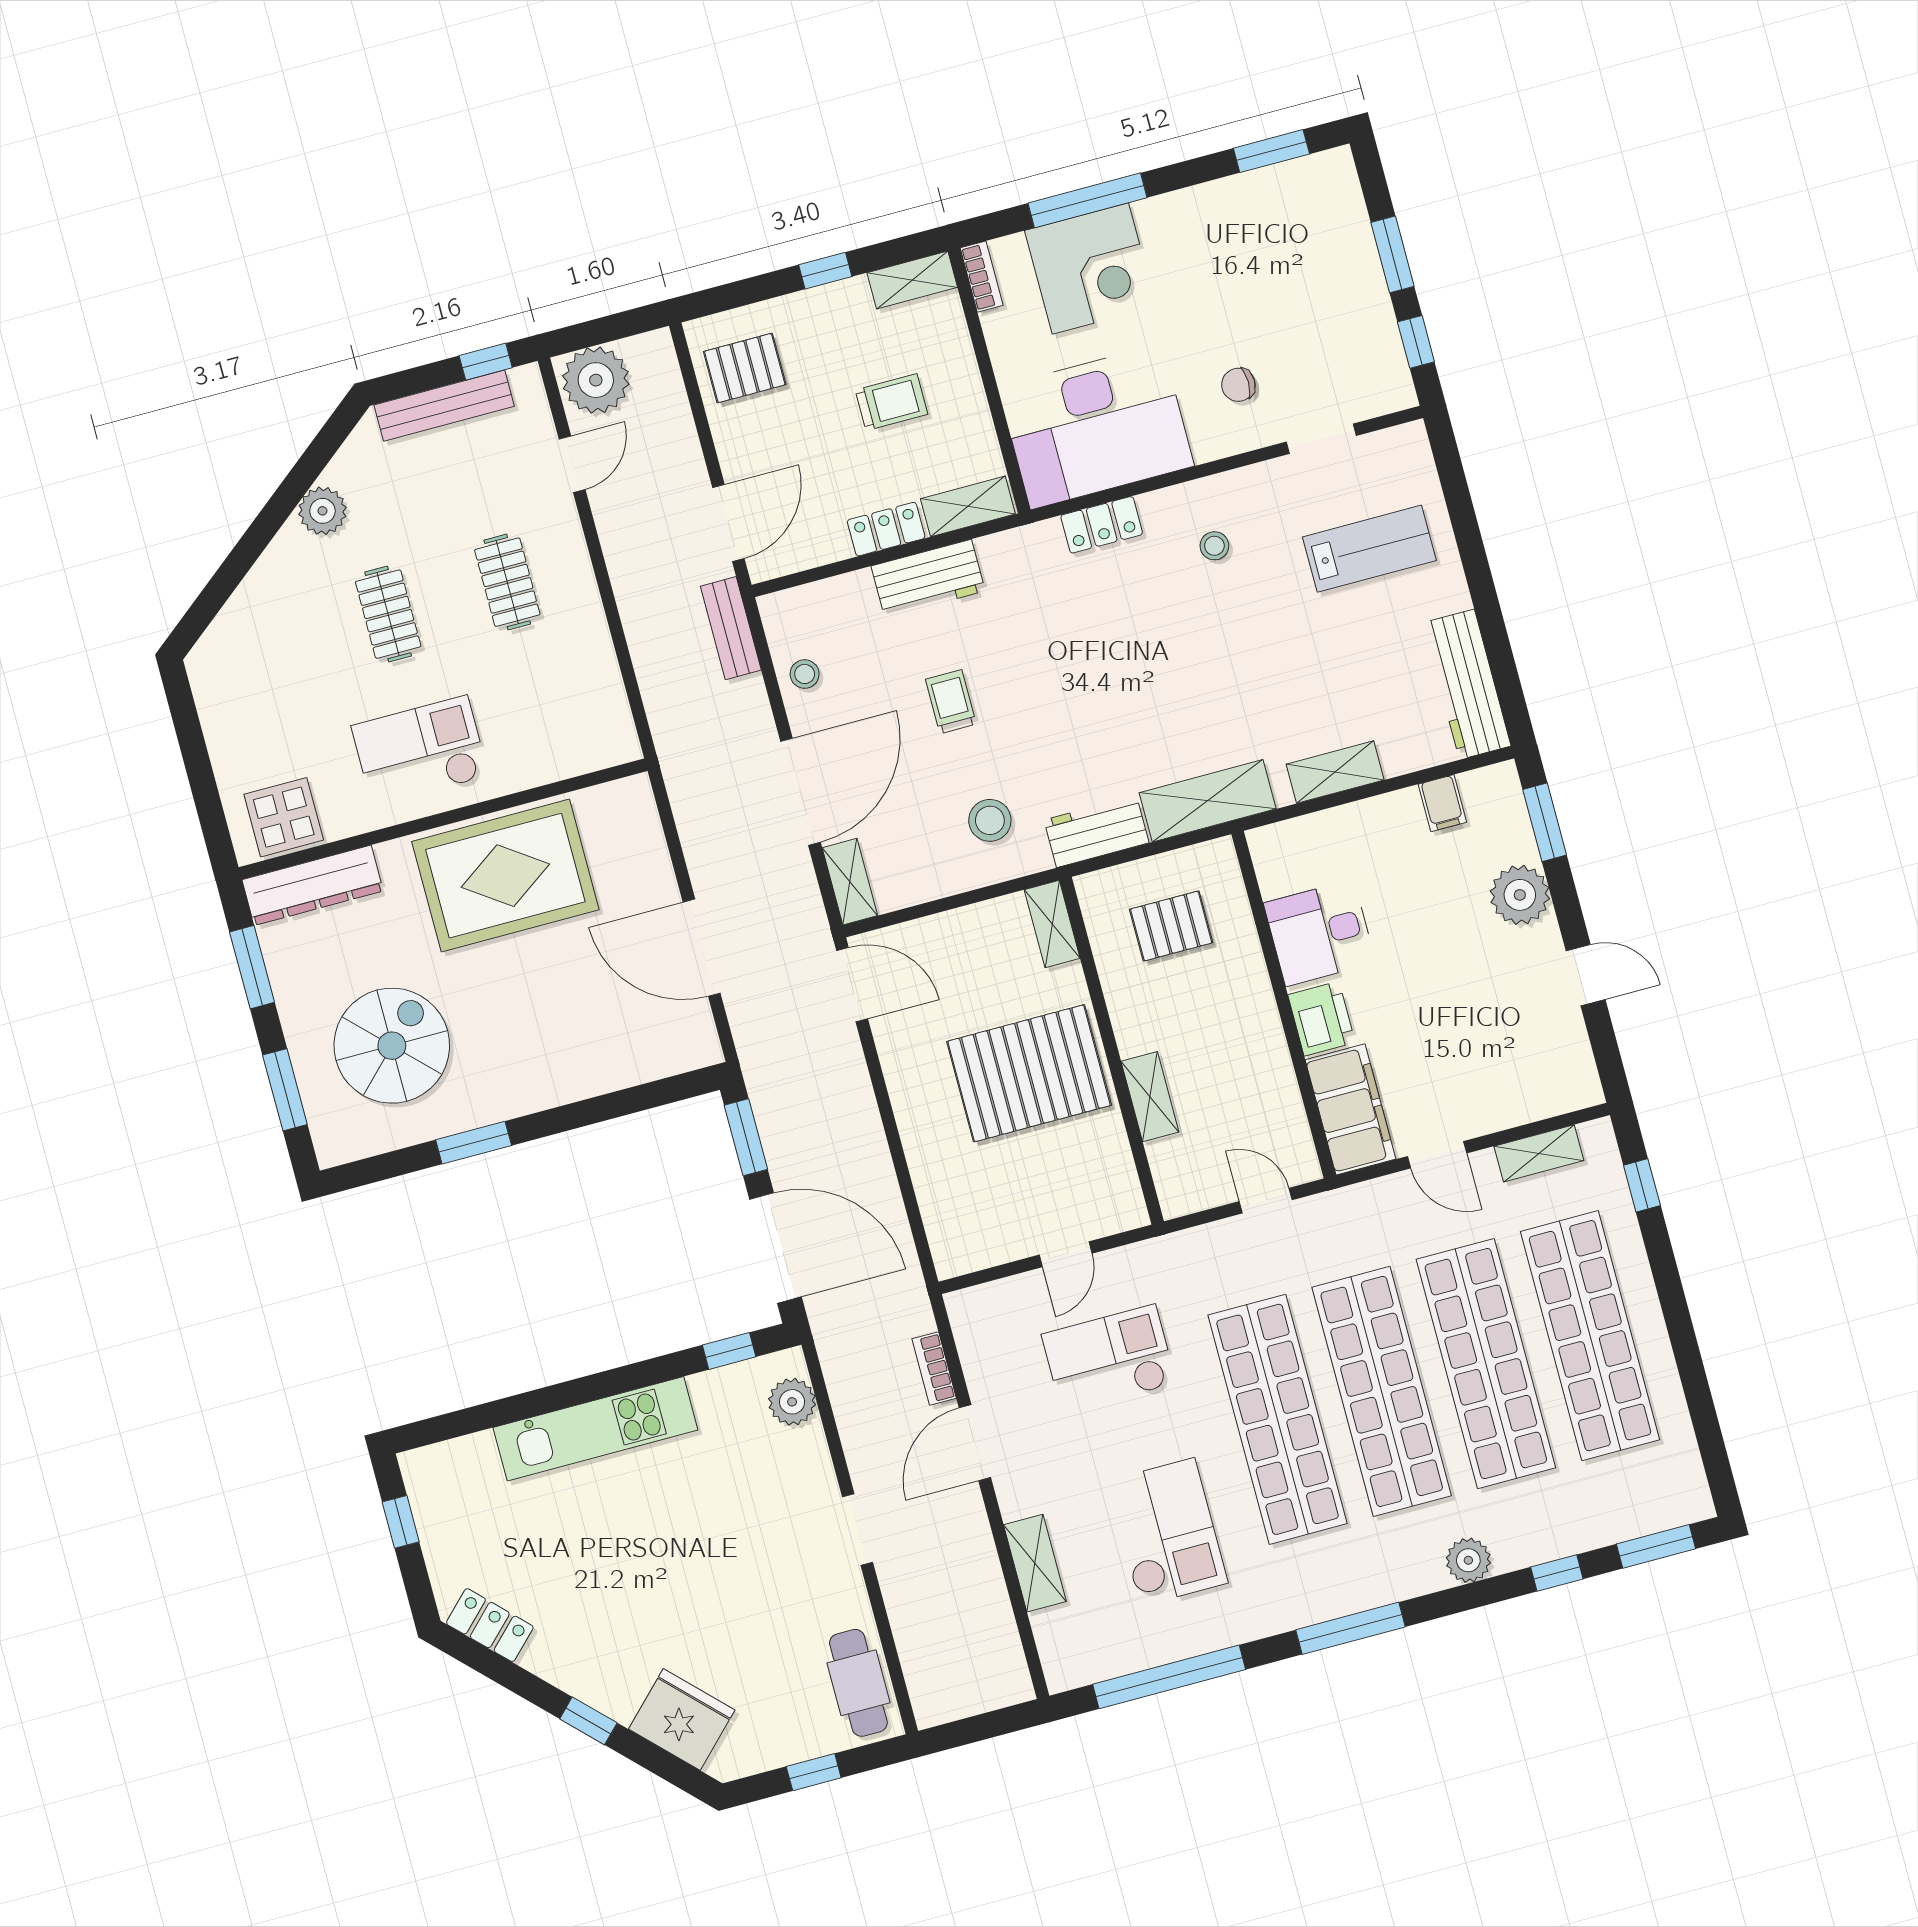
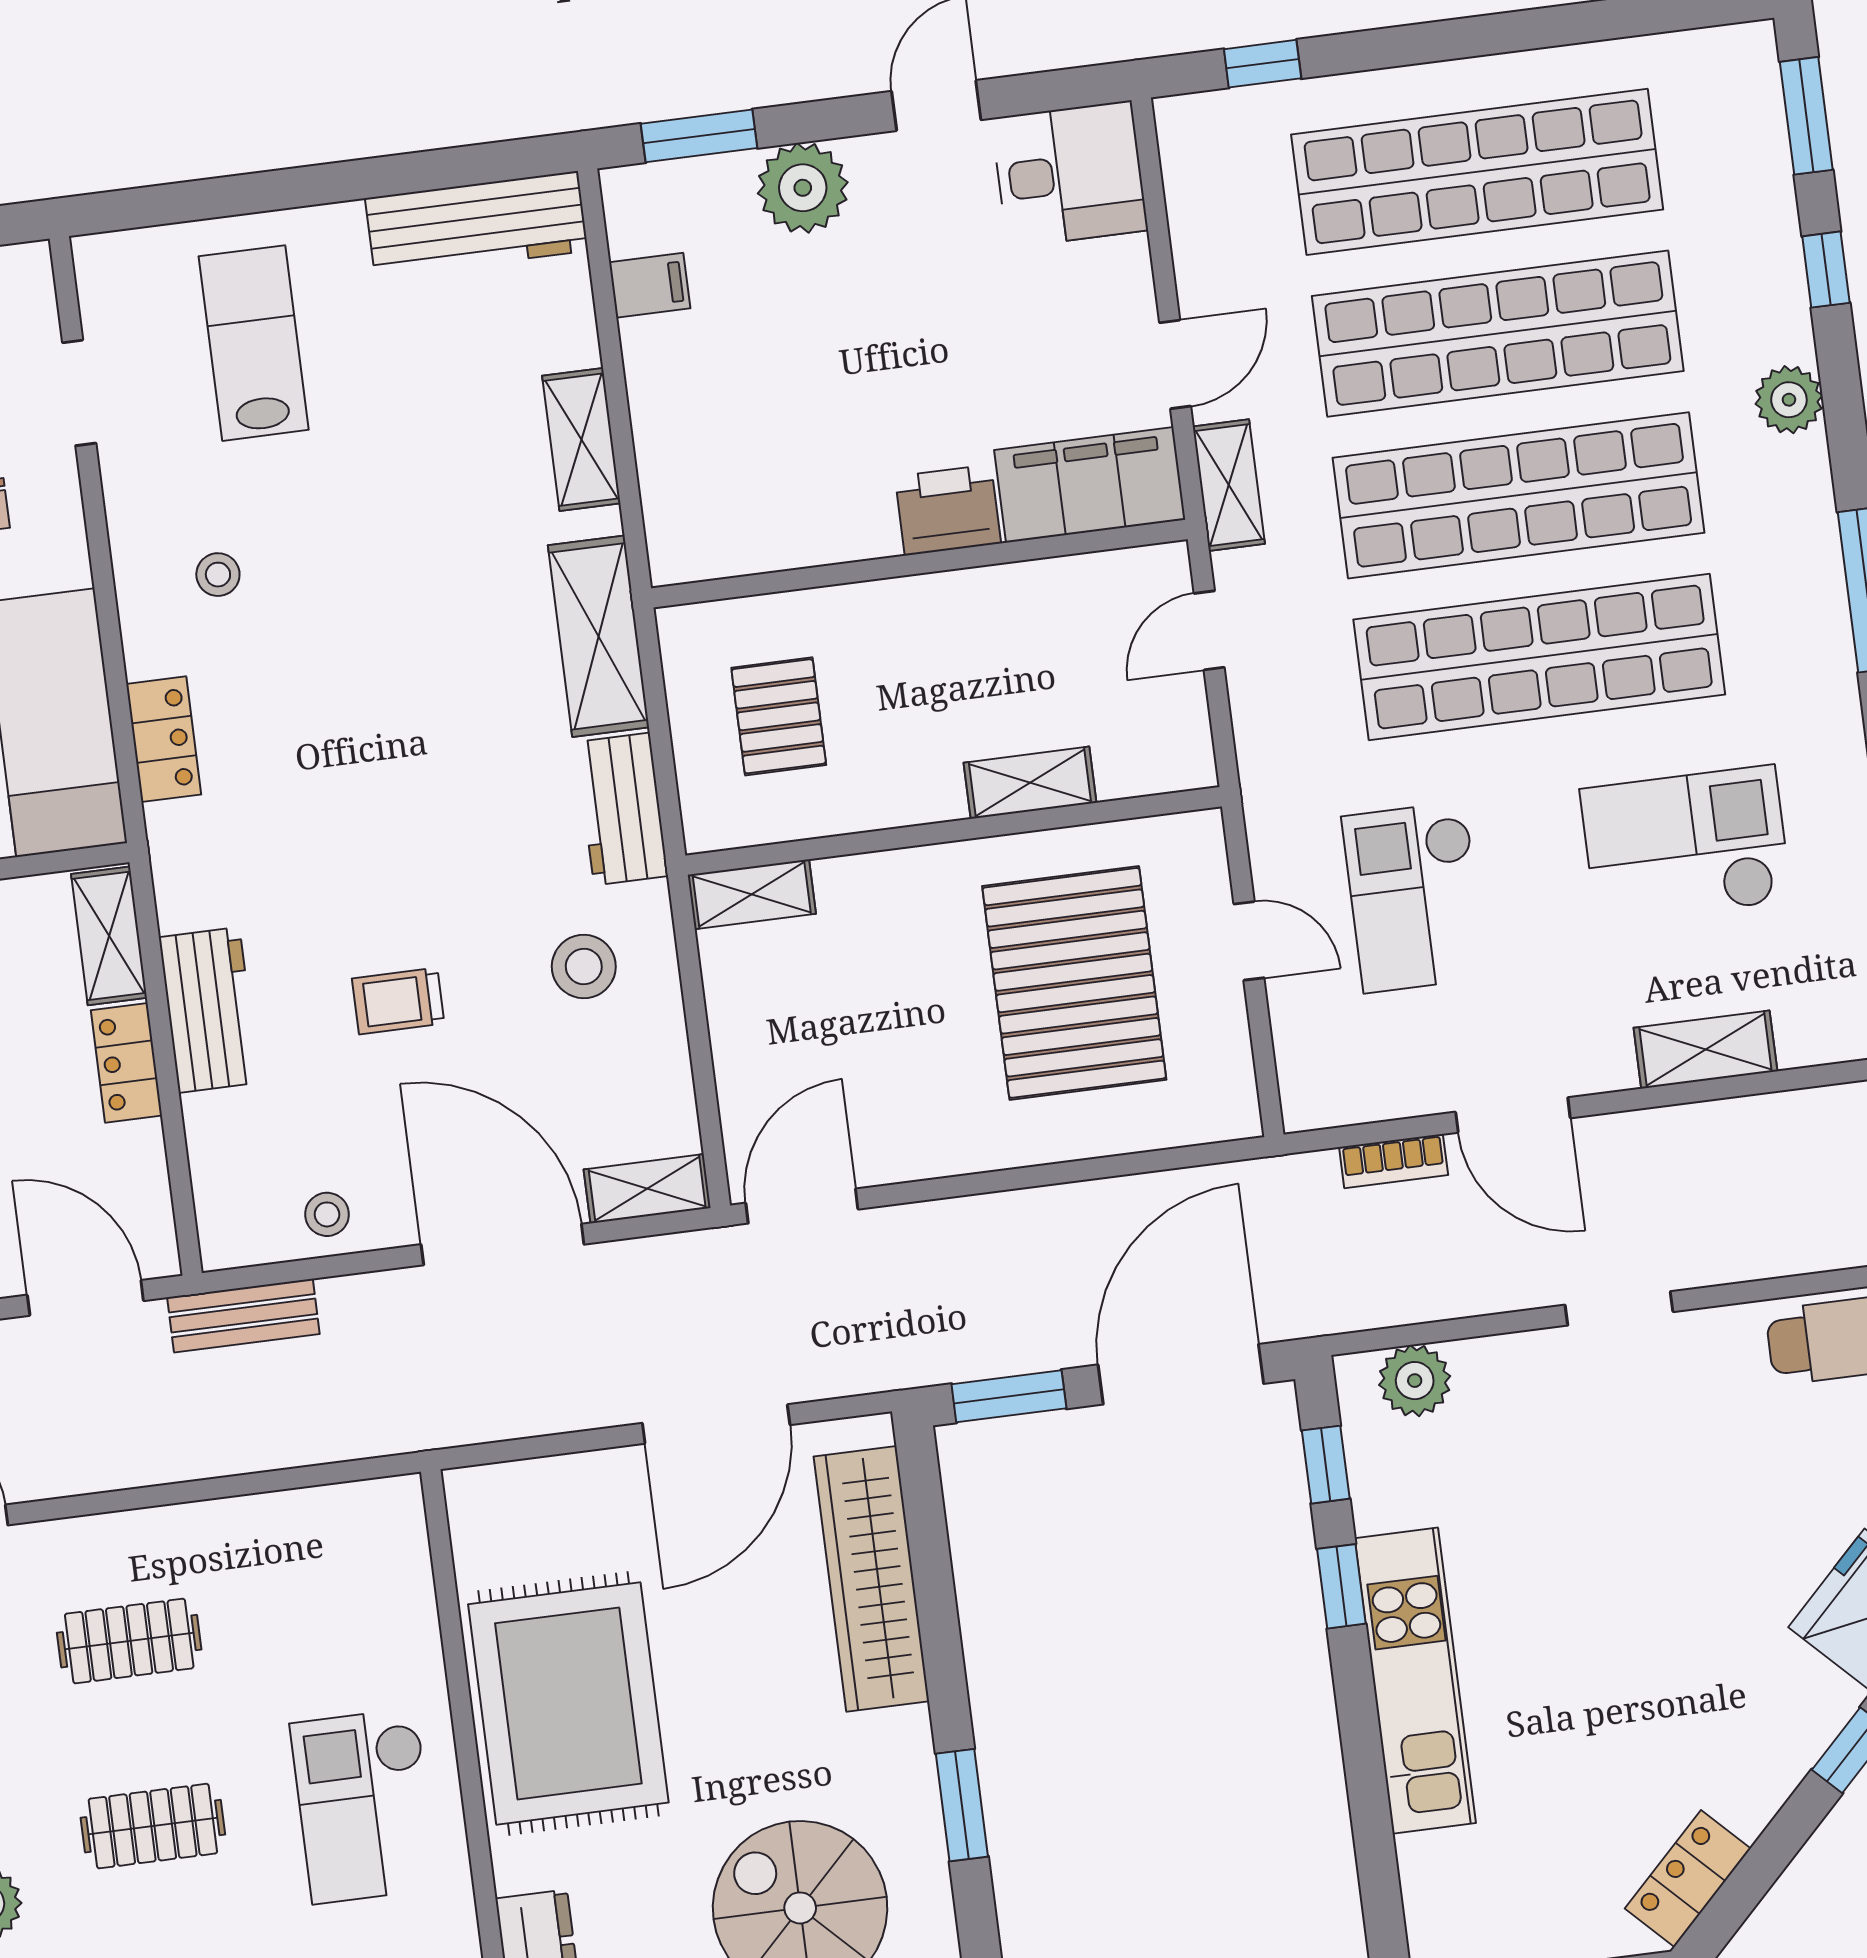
desk: (1320, 933) -> (1070, 174), moved, turned -90
wardrobe: (614, 1063) -> (871, 1579), added
pallet: (1029, 1073) -> (1074, 983), moved
shelving: (1539, 1153) -> (1229, 485), moved
window: (651, 1372) -> (1341, 1586), added

